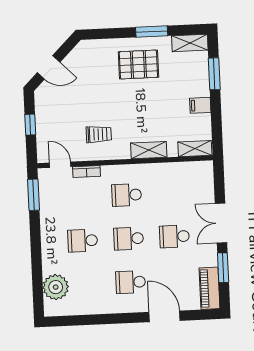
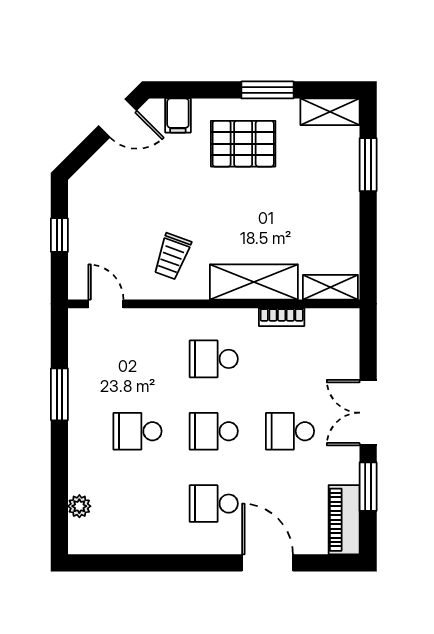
door: (49, 67) -> (118, 118), moved
filing cabinet: (200, 105) -> (178, 116), moved, turned -90
trolley: (99, 134) -> (172, 256), turned 110
shelving: (149, 150) -> (254, 282), width x1.50, depth x1.33
bookcase: (86, 172) -> (282, 317), moved
window: (33, 195) -> (59, 394), moved
plant: (56, 287) -> (79, 506), width x0.53, depth x0.53

